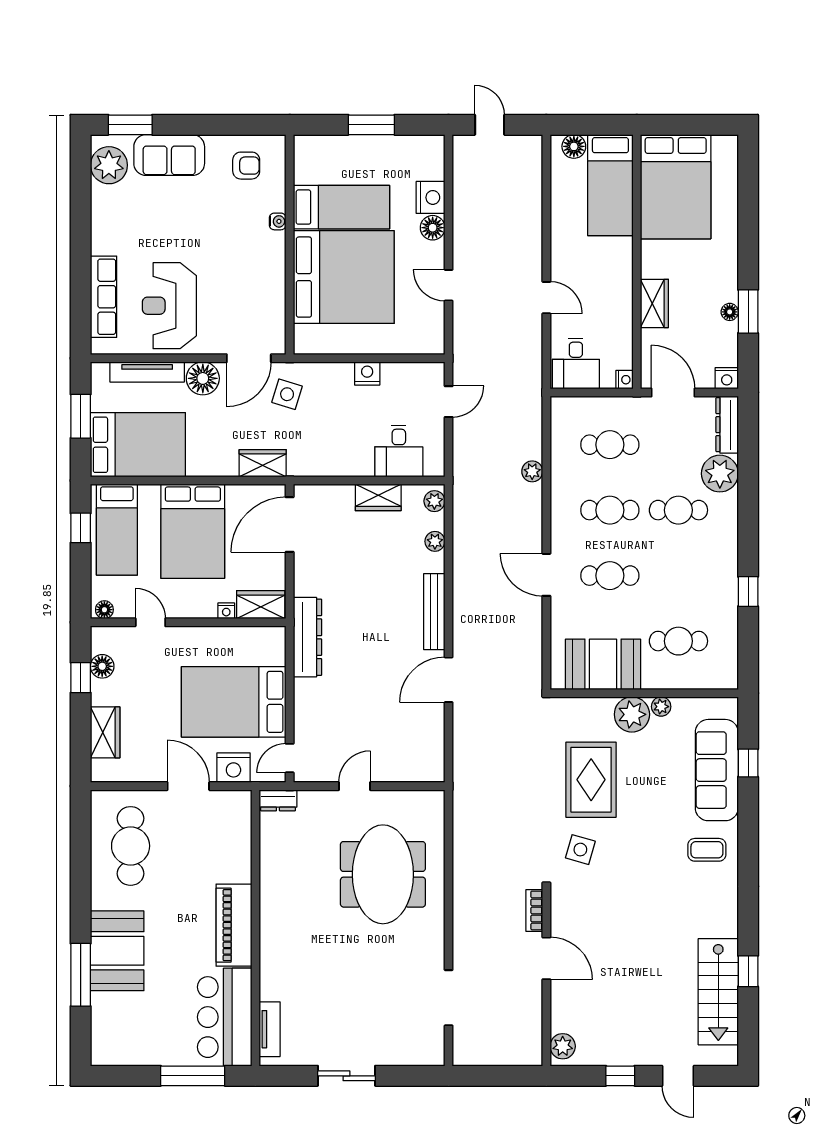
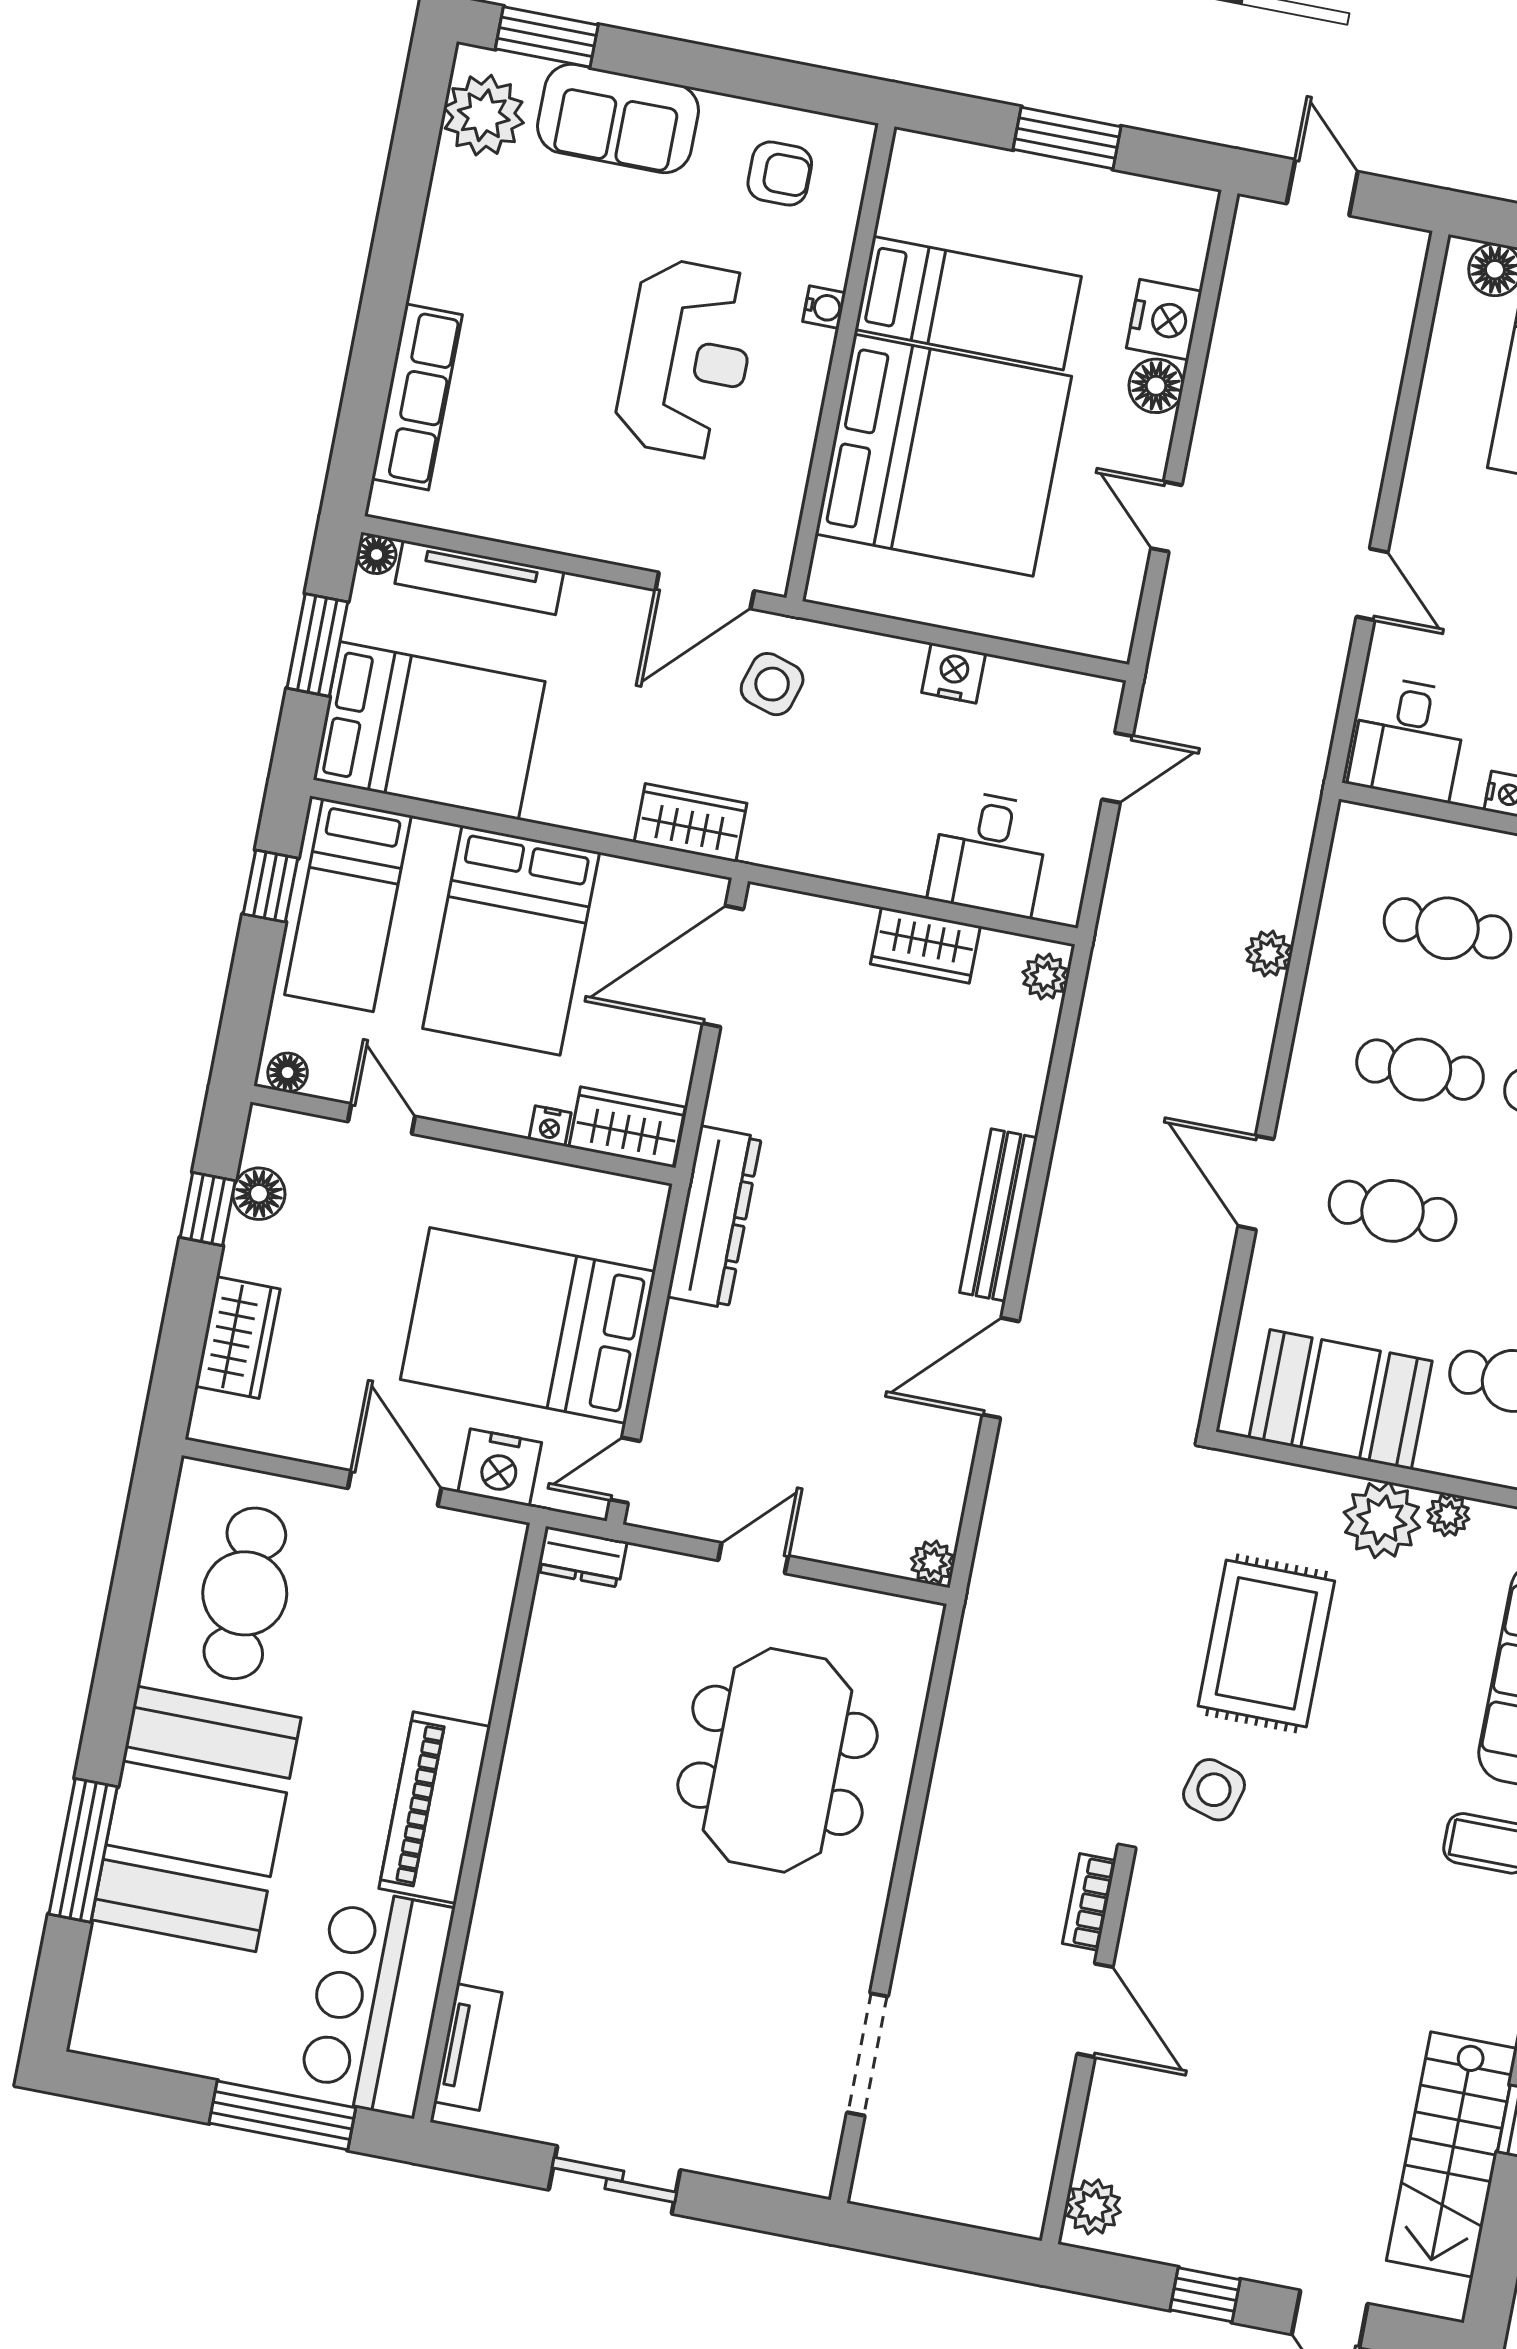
reception desk: (169, 306) -> (687, 359), moved, turned 180
floor lamp: (203, 378) -> (377, 554), moved, width x0.53, depth x0.53
plant: (435, 541) -> (933, 1562), moved
booth: (117, 951) -> (196, 1819), width x1.36, depth x1.42

